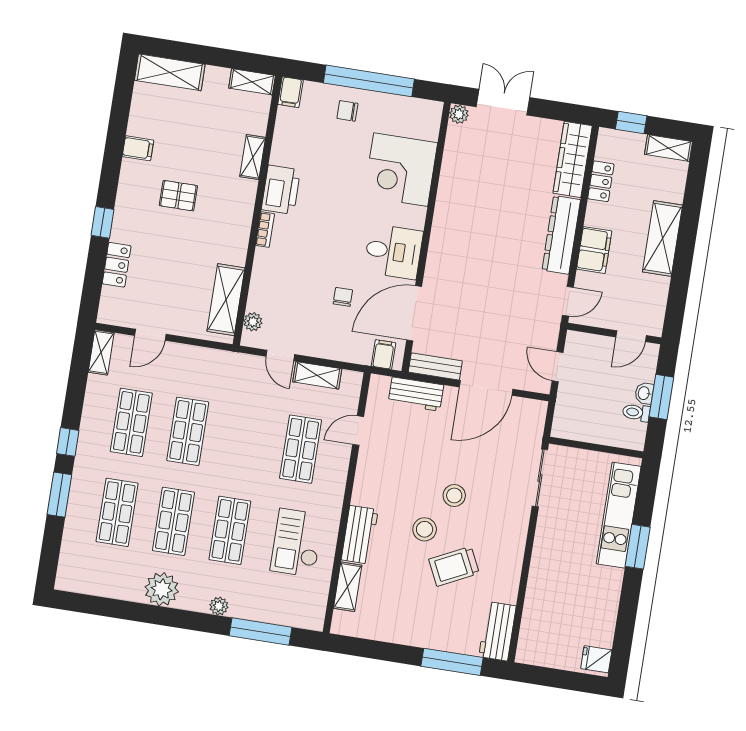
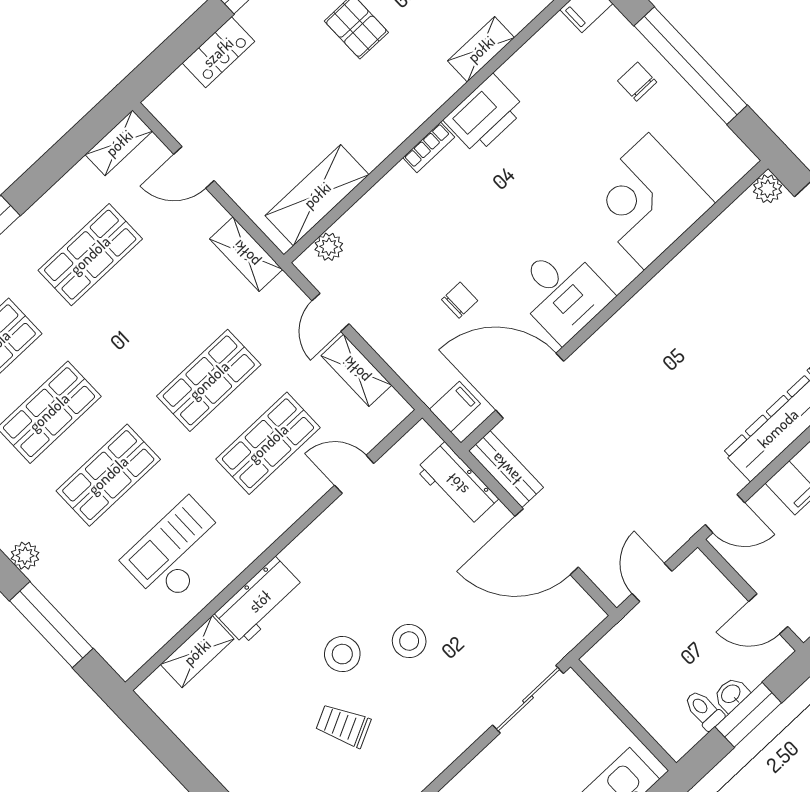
shelving: (213, 359) -> (246, 254), added
shop shelf: (188, 431) -> (209, 380), moved
trolley: (454, 566) -> (343, 726), width x0.73, depth x0.72

